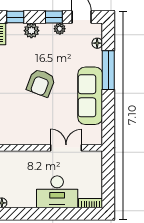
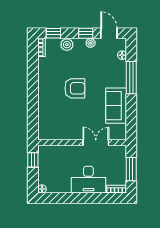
armchair: (41, 83) -> (75, 88), turned -111
sofa: (90, 96) -> (116, 106), width x0.73
window: (108, 179) -> (131, 169), added

